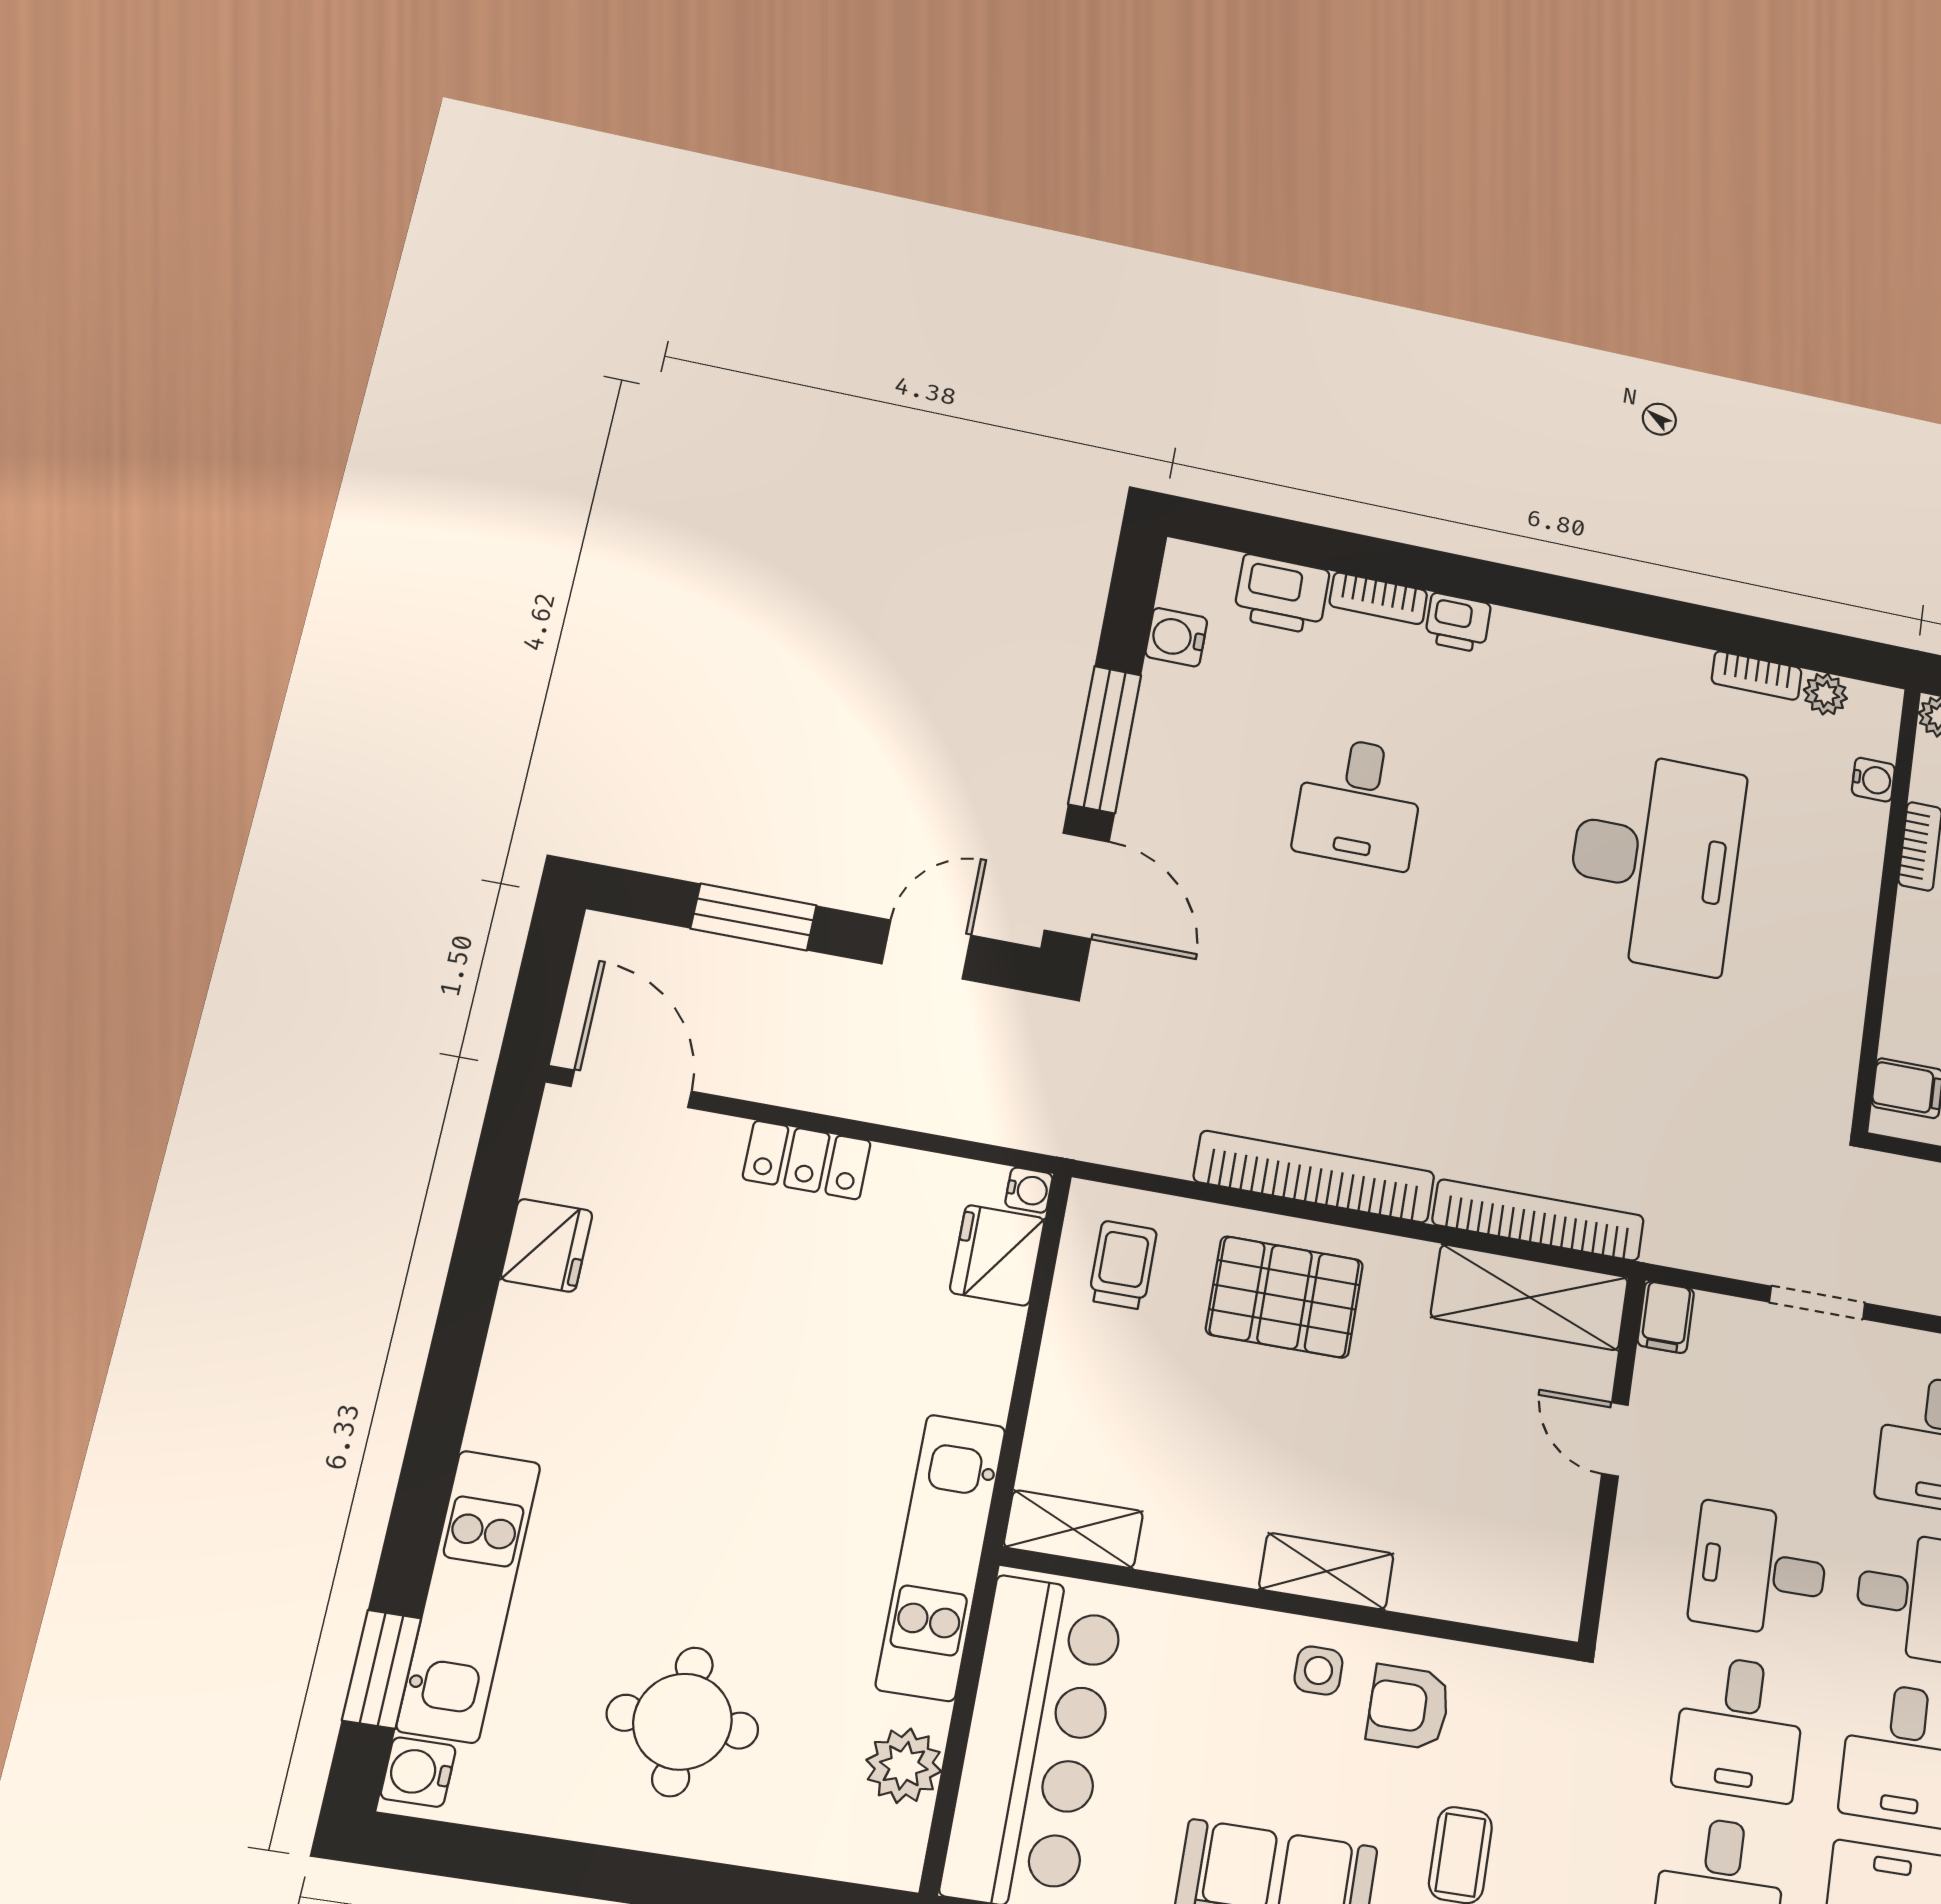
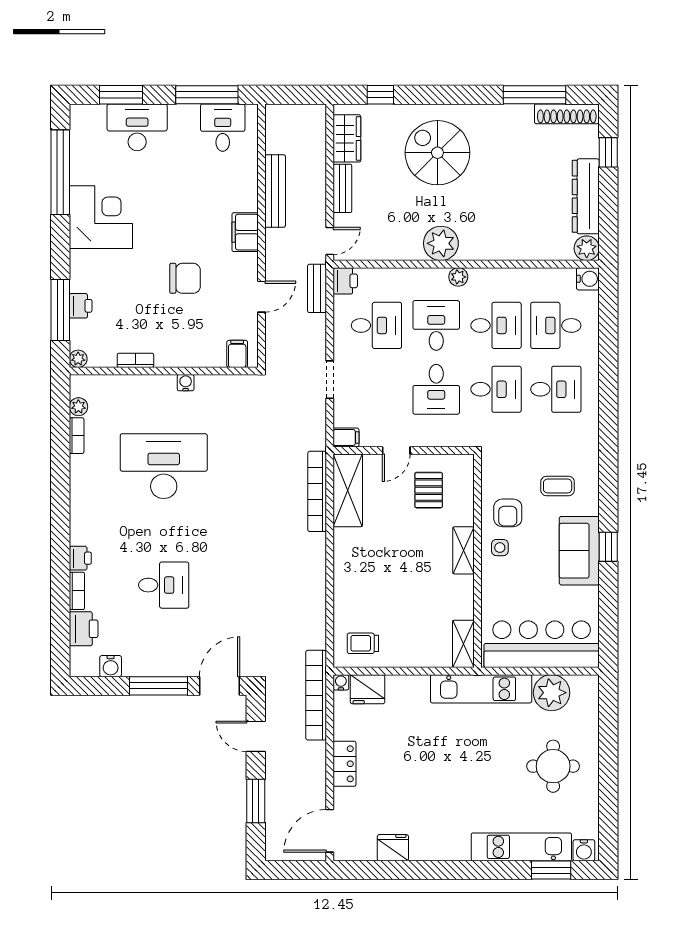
water cooler: (1873, 780) -> (186, 383), moved
bookcase: (1314, 1177) -> (316, 695), moved
pallet: (1285, 1297) -> (429, 490), moved, width x0.67, depth x0.71
plant: (904, 1766) -> (552, 693), width x1.36, depth x1.36

